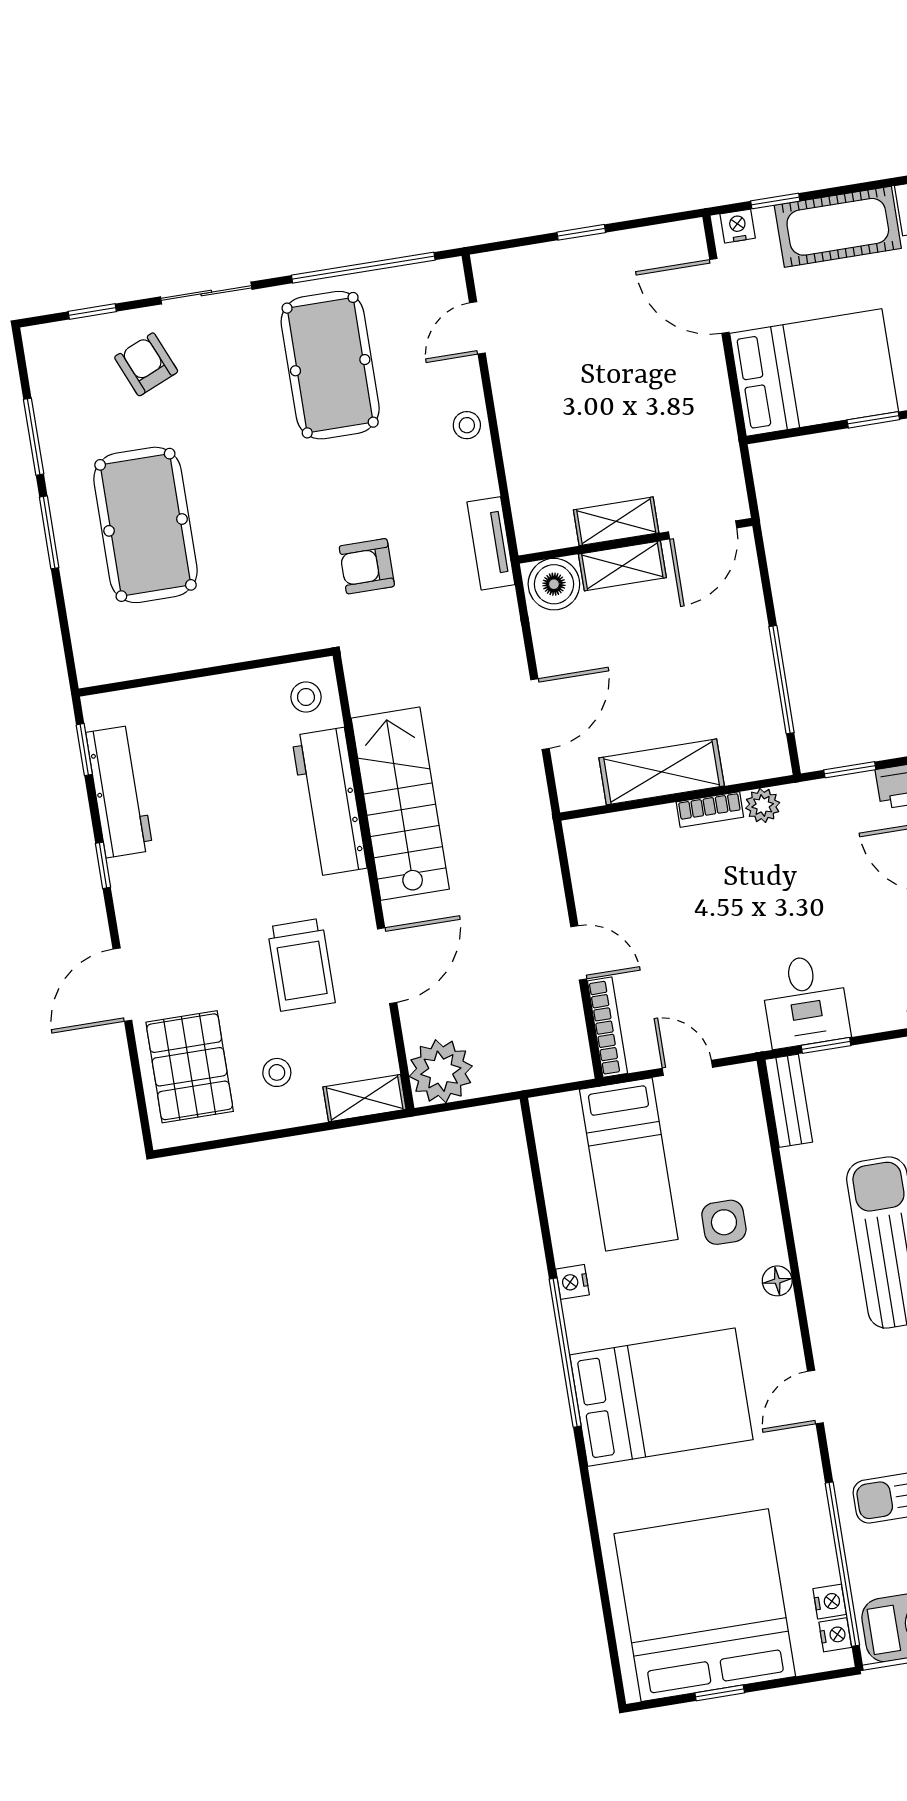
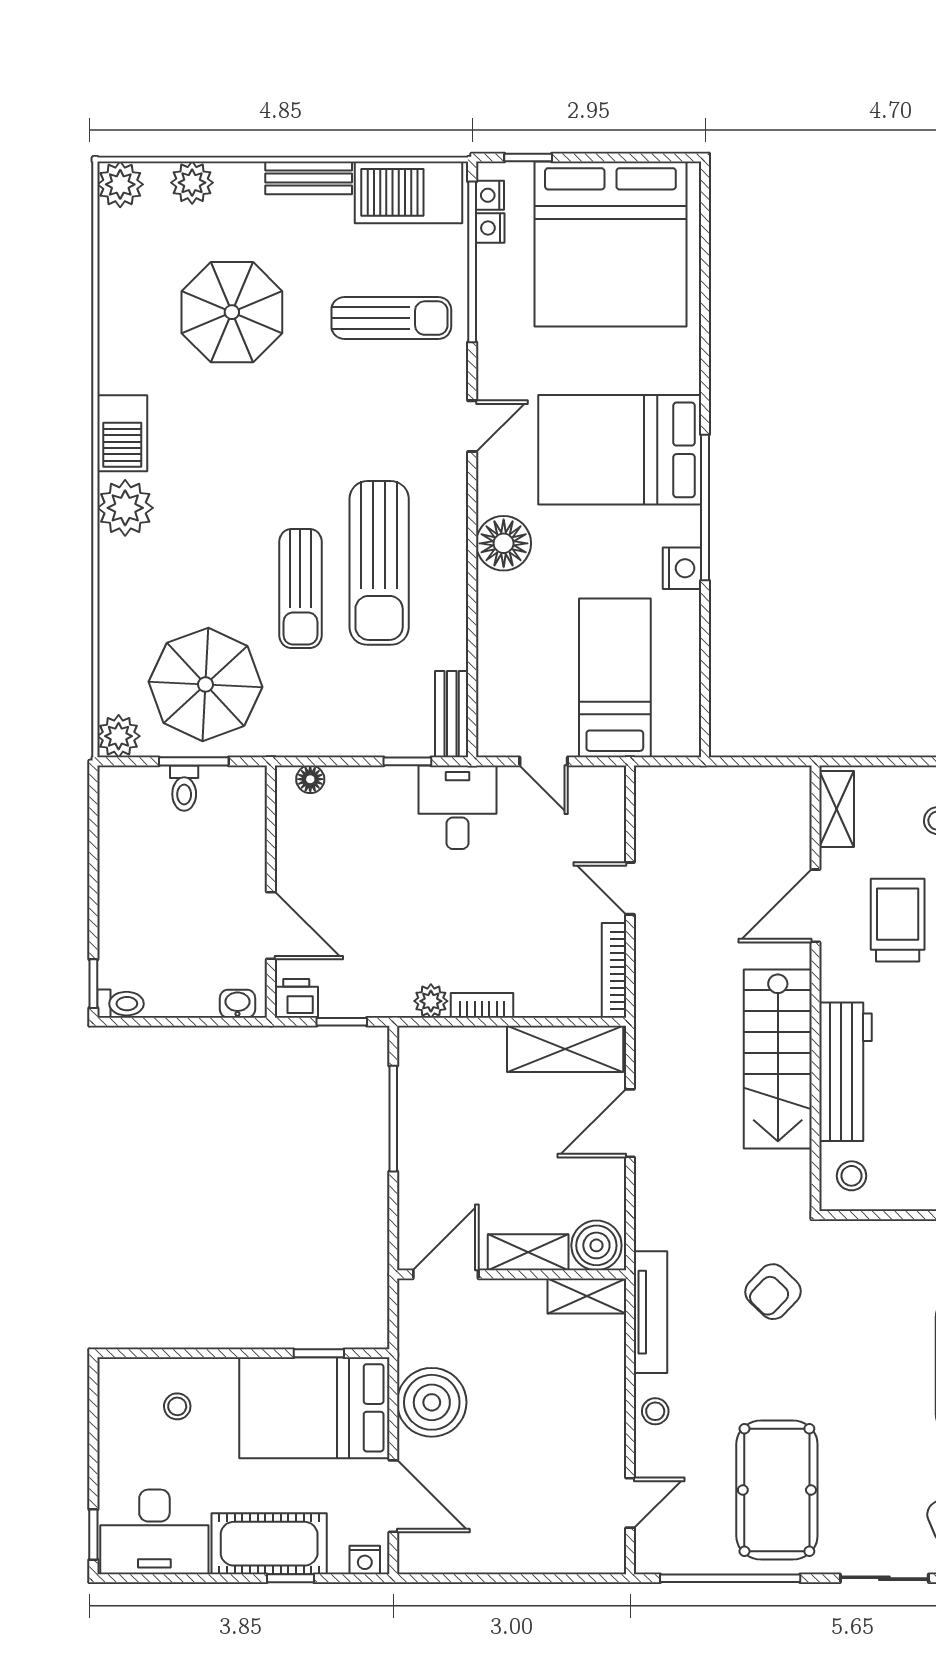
window: (775, 201) -> (291, 1578), moved
window: (581, 232) -> (516, 1578), removed
boiler: (696, 397) -> (432, 1402), added
window: (873, 420) -> (319, 1353), moved
shelving: (616, 521) -> (587, 1296), moved
tv unit: (491, 543) -> (651, 1312), width x1.41
armchair: (367, 566) -> (773, 1292), turned 134
shelving: (662, 772) -> (565, 1049), moved
desk: (805, 1001) -> (458, 807), moved
bookcase: (607, 1027) -> (614, 970), moved
plant: (441, 1071) -> (780, 796), removed
shelving: (365, 1098) -> (837, 809), moved, turned 90
side table: (724, 1222) -> (533, 608), removed
floor lamp: (777, 1281) -> (504, 543), width x1.89, depth x1.89
nightstand: (572, 1282) -> (682, 568), width x1.39, depth x1.35
window: (720, 1693) -> (528, 158), moved

